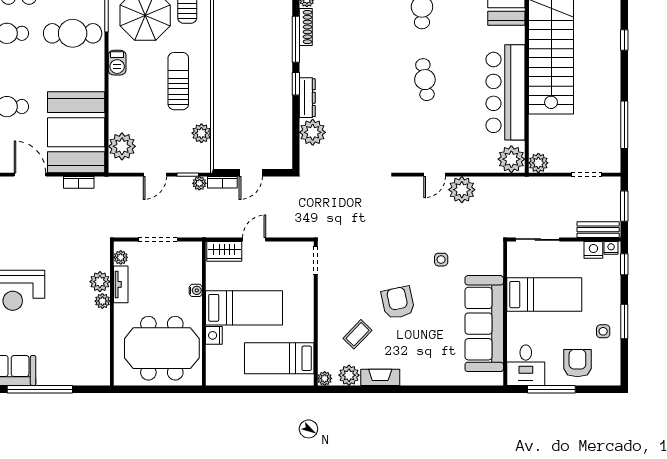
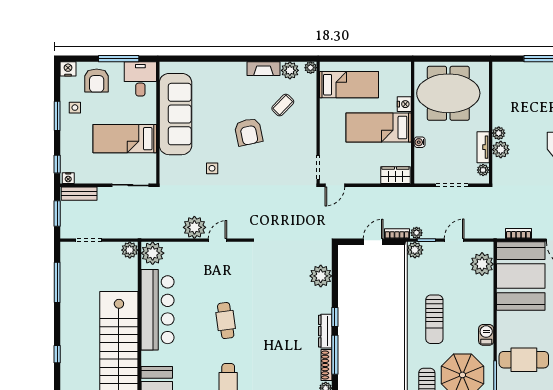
dresser: (307, 98) -> (325, 331), moved
plant: (201, 133) -> (415, 250), moved
door: (254, 239) -> (335, 185), moved
nightstand: (593, 250) -> (68, 69), moved, turned 180

